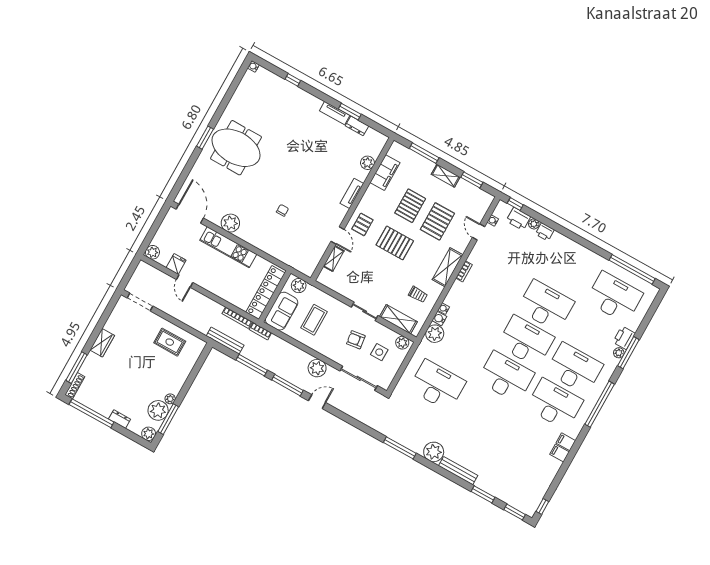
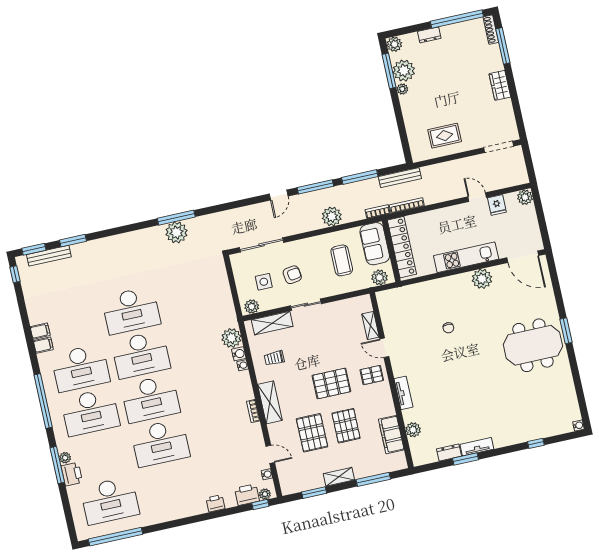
pallet: (362, 224) -> (372, 375), turned 90
plant: (534, 224) -> (265, 494), moved
plant: (317, 368) -> (332, 216), moved
desk: (437, 385) -> (131, 310), moved
plant: (434, 452) -> (176, 232), moved
bench: (458, 471) -> (49, 256), moved

